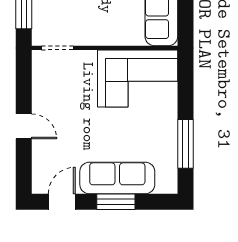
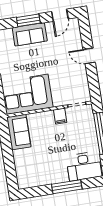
filing cabinet: (88, 33) -> (60, 116), added
sofa: (117, 178) -> (30, 34), width x0.73

